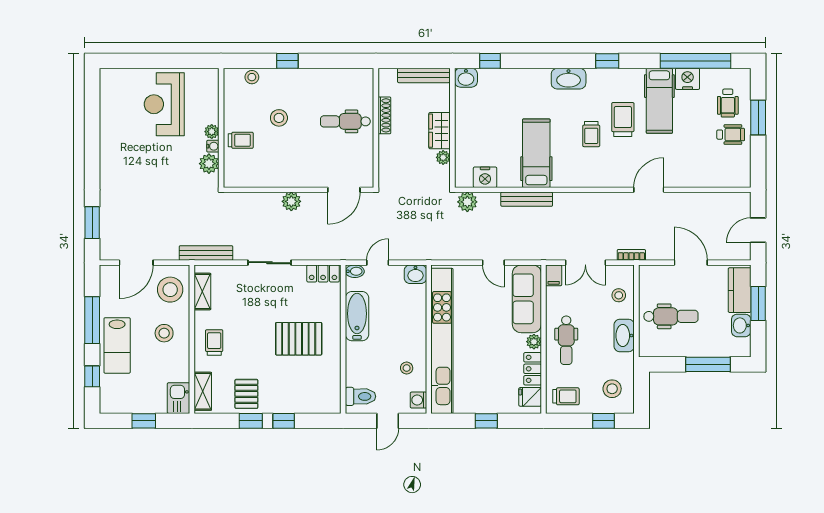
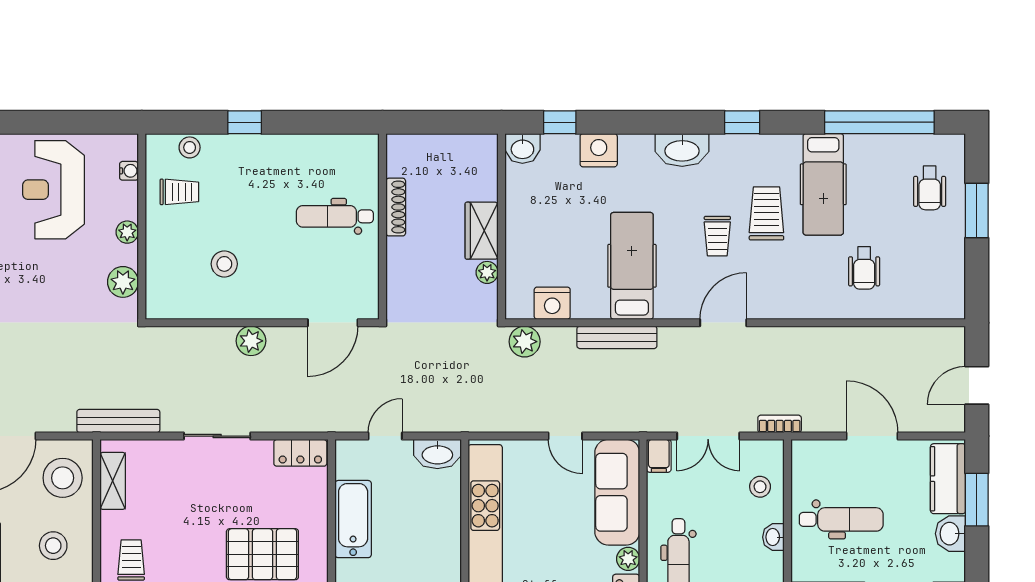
bench: (424, 75) -> (457, 145), removed
nightstand: (688, 79) -> (599, 150), moved
stool: (279, 118) -> (224, 264), moved
wheelchair: (731, 135) -> (864, 268), moved, turned 90
trolley: (241, 140) -> (179, 192), moved
water cooler: (213, 146) -> (129, 171), moved
door: (649, 190) -> (723, 323), moved
bidet: (355, 271) -> (350, 449), removed
washbasin: (415, 274) -> (437, 454), width x1.38
washbasin: (624, 336) -> (773, 537), width x0.52, depth x0.69

